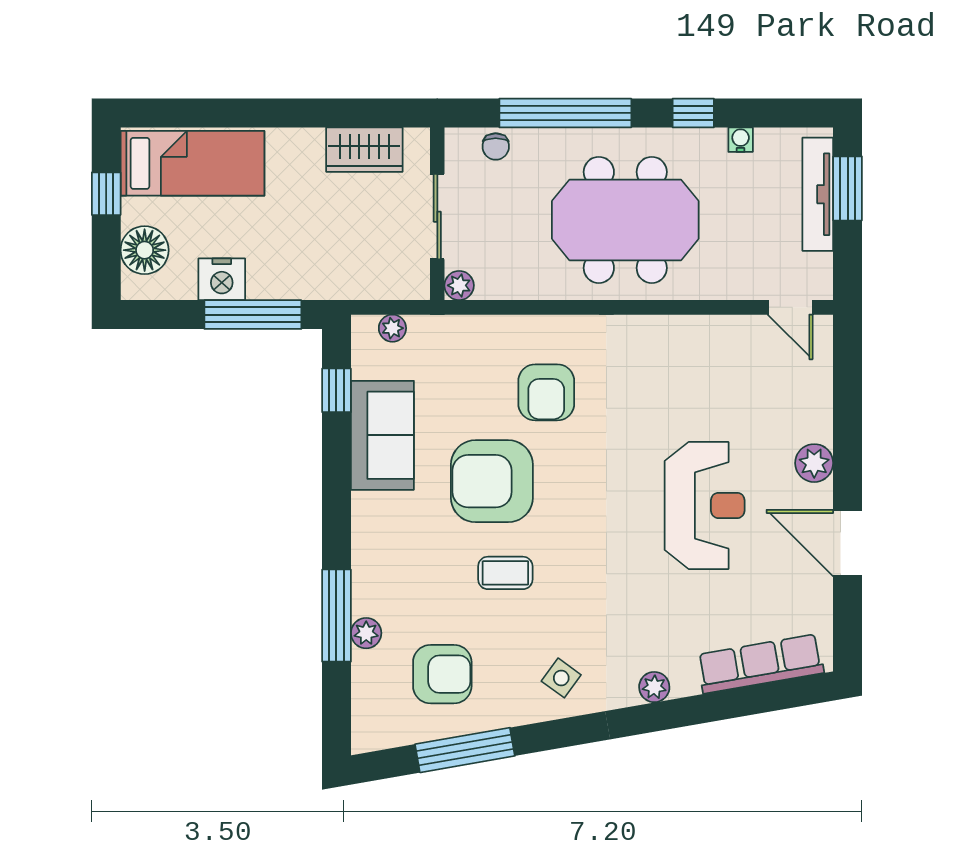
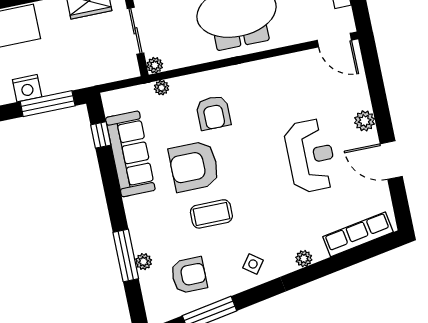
door: (790, 307) -> (334, 40), width x1.37
plant: (392, 328) -> (161, 88), moved
sofa: (382, 435) -> (130, 154), width x1.36
coffee table: (505, 573) -> (211, 214), width x1.36, depth x1.30

